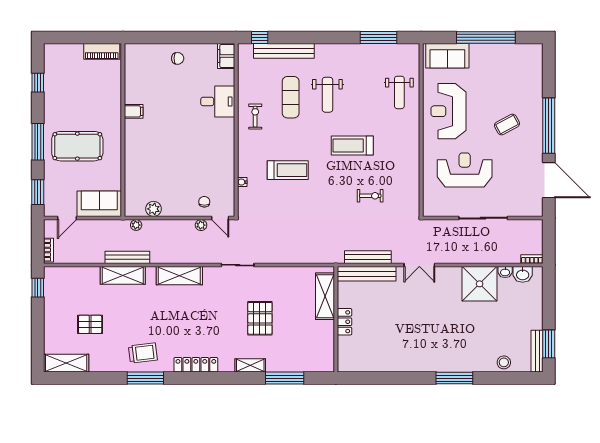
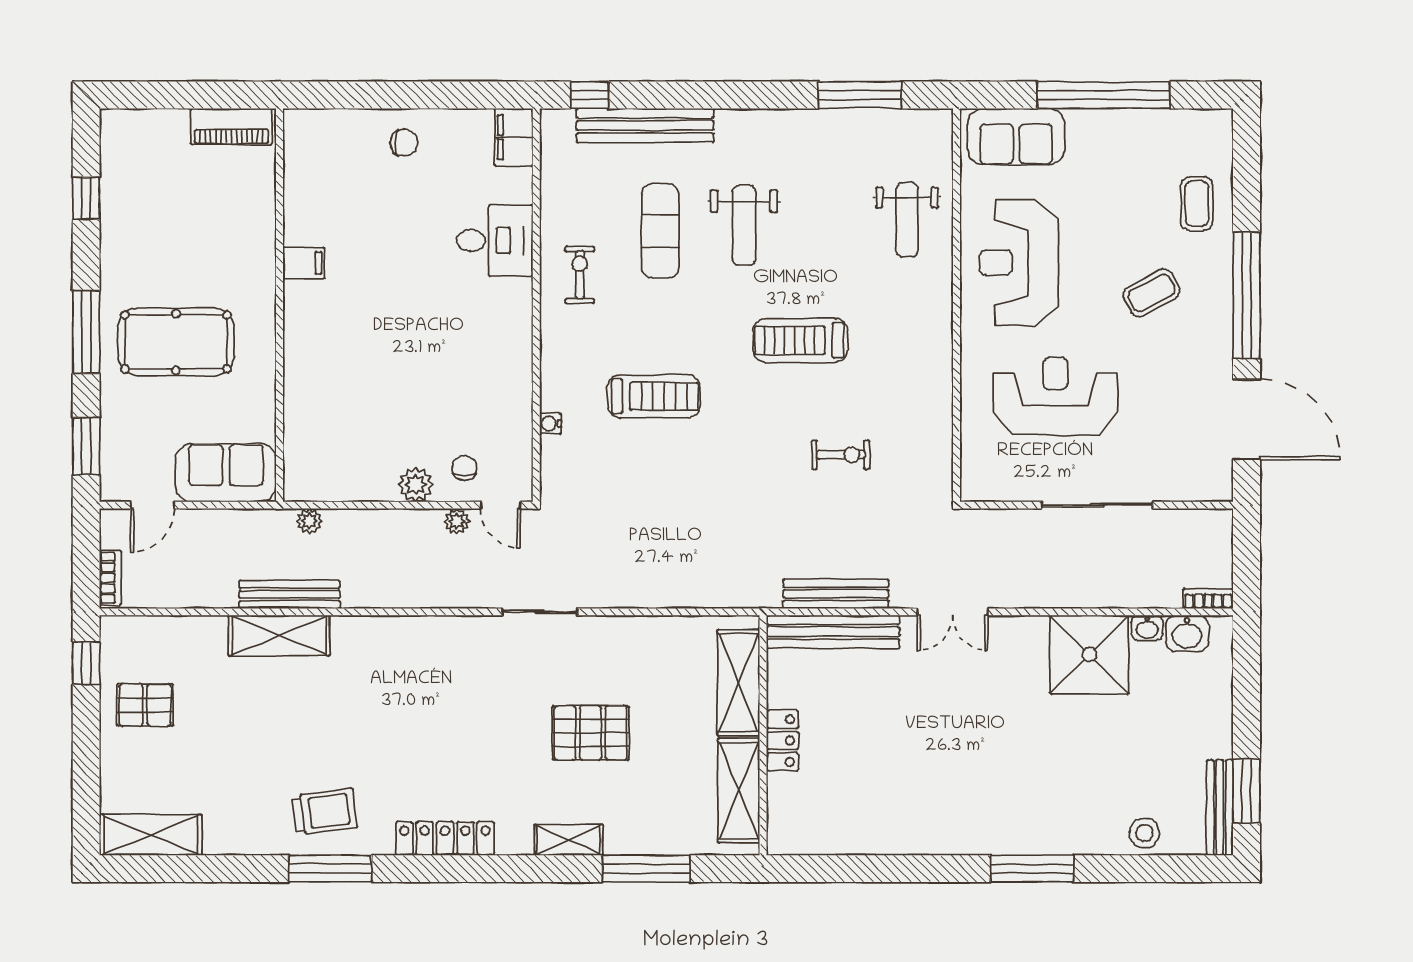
coffee table: (527, 85) -> (1197, 203), added
plant: (154, 209) -> (416, 484), moved
shelving: (179, 276) -> (739, 791), moved, turned 90
pallet: (260, 318) -> (591, 733), turned 90
pallet: (90, 324) -> (145, 705), moved

